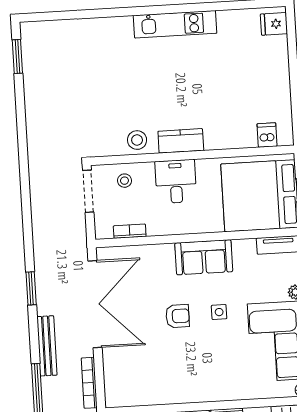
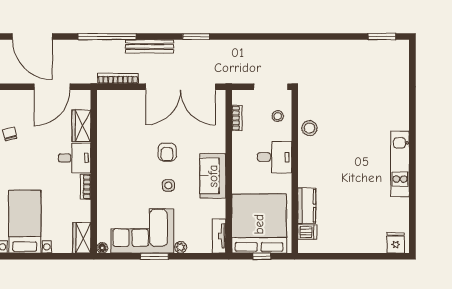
kitchen counter: (181, 141) -> (307, 206), moved

